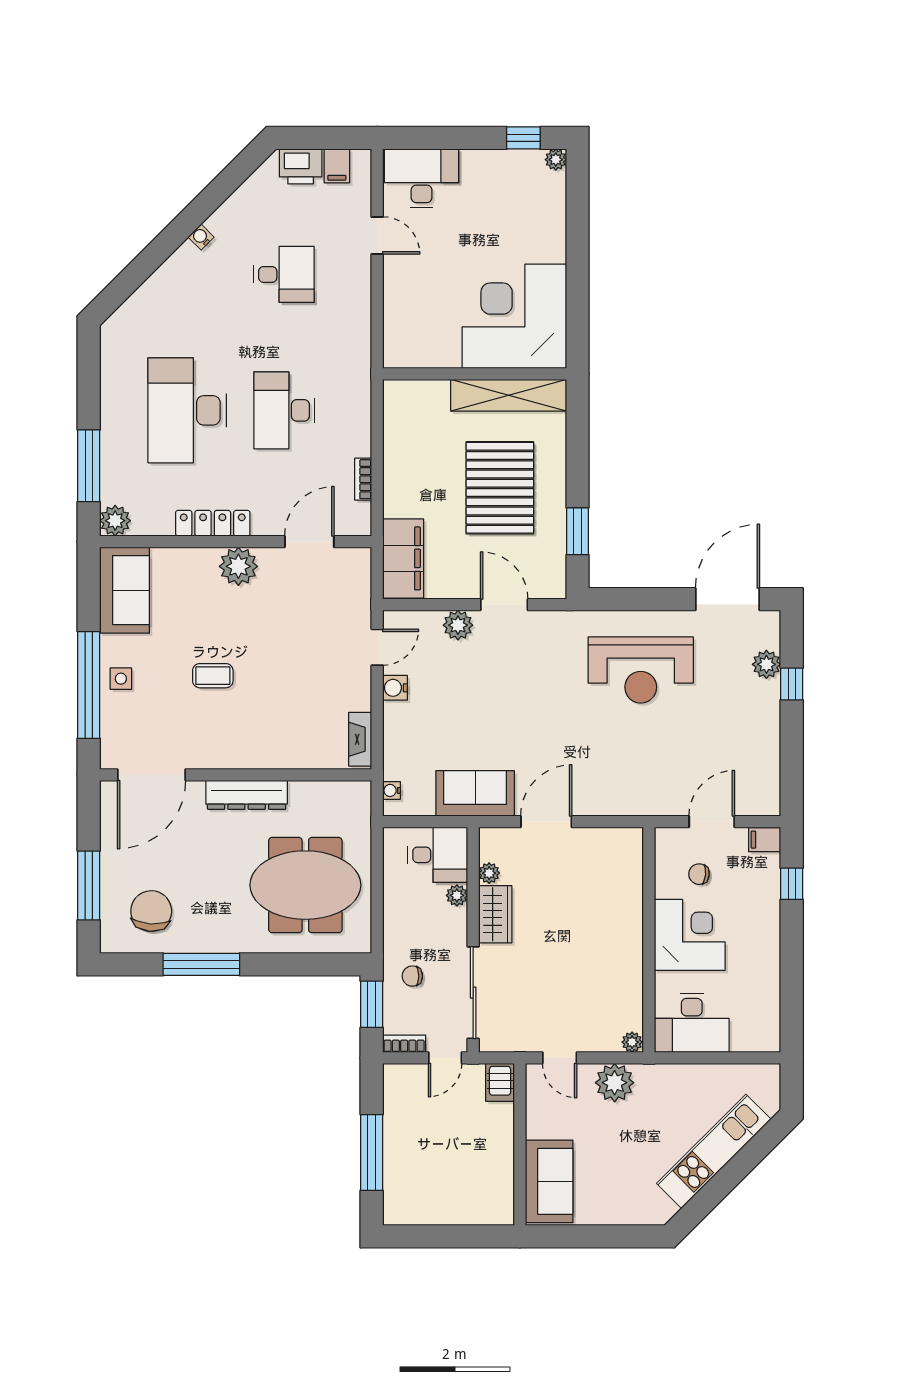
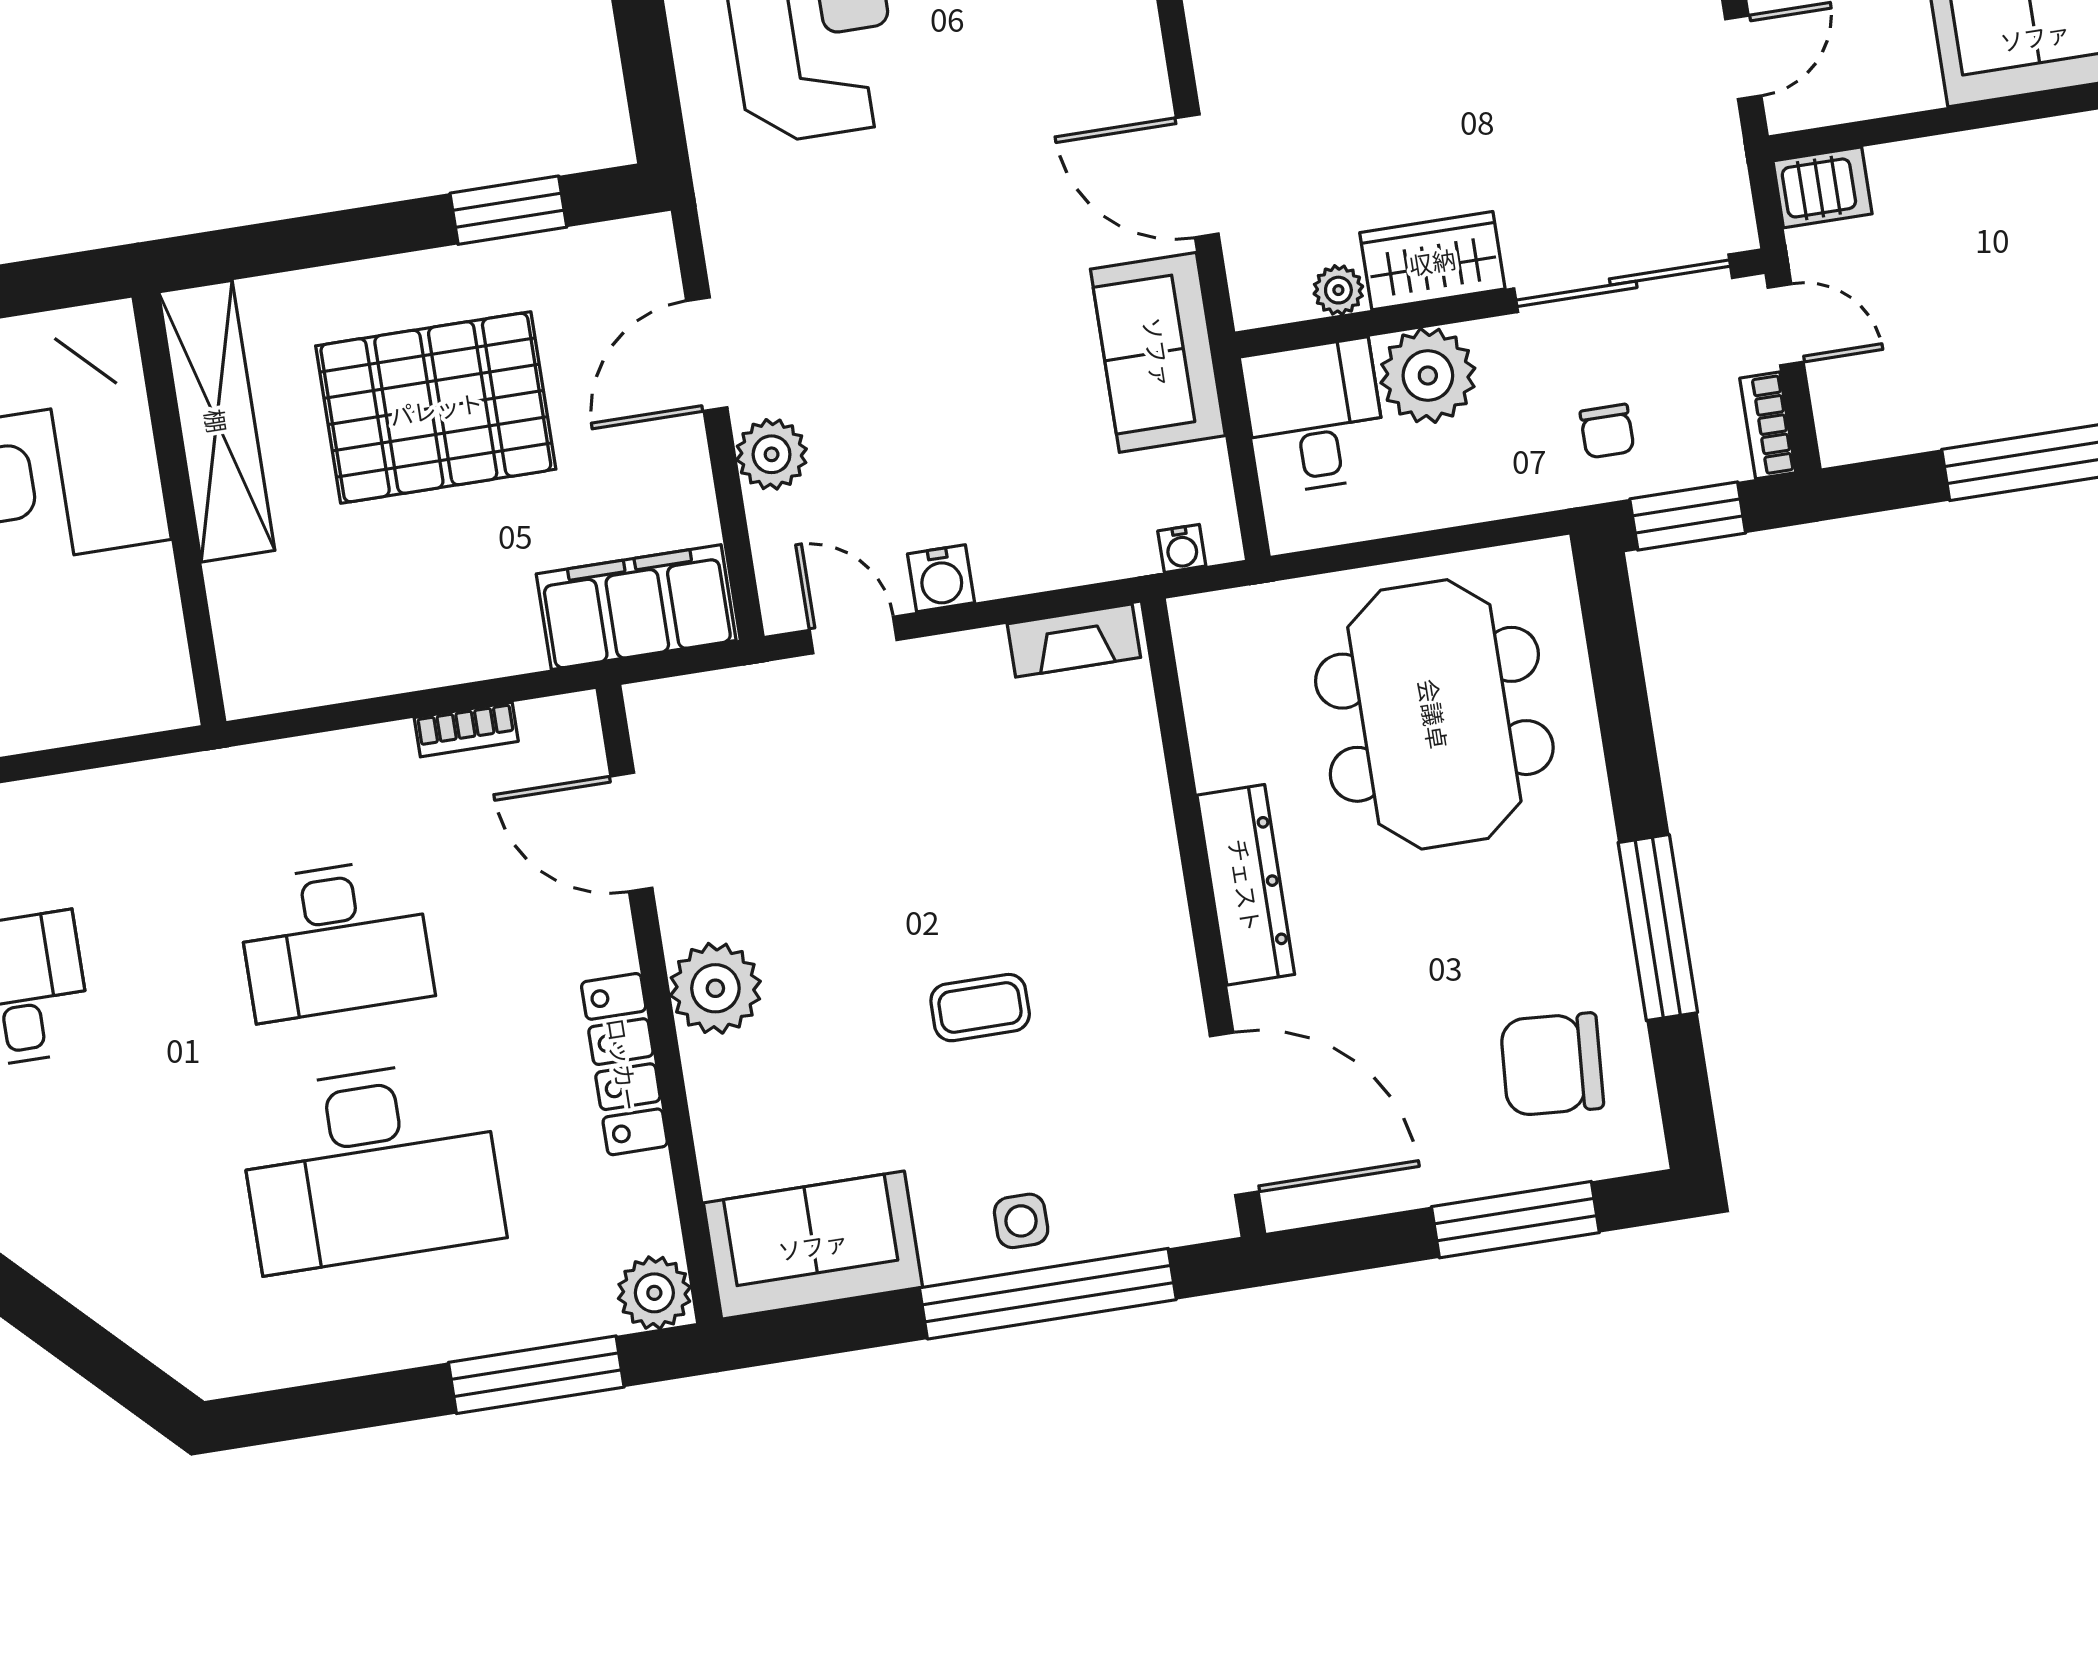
coffee table: (213, 676) -> (980, 1008), turned 90
plant: (457, 895) -> (1428, 376), width x1.88, depth x1.88

